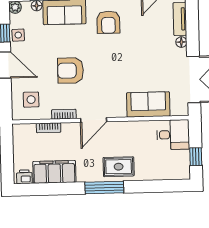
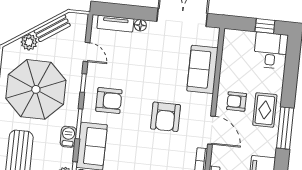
armchair: (71, 71) -> (165, 117), moved
desk: (173, 135) -> (271, 50), moved
armchair: (123, 140) -> (237, 101), added

